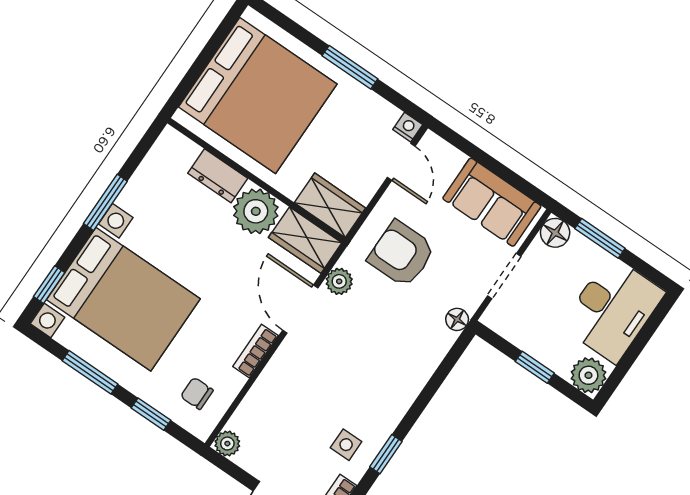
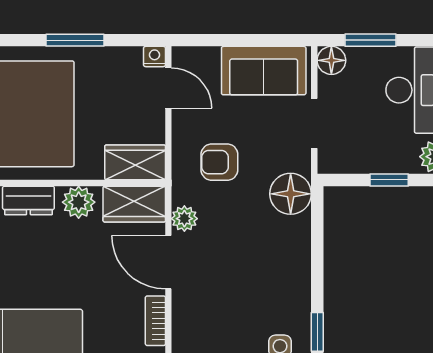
plant: (256, 211) -> (79, 202), width x0.73, depth x0.73
armchair: (401, 254) -> (219, 162), width x0.72, depth x0.72
floor lamp: (457, 319) -> (291, 194), width x1.89, depth x1.89

